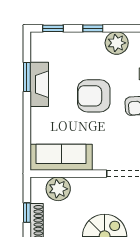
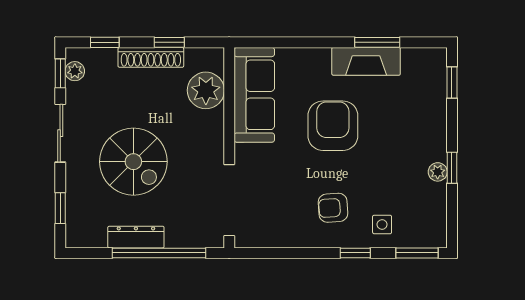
window: (93, 28) -> (452, 168), moved
plant: (117, 43) -> (438, 172), width x0.53, depth x0.53
armchair: (94, 96) -> (333, 126), moved

